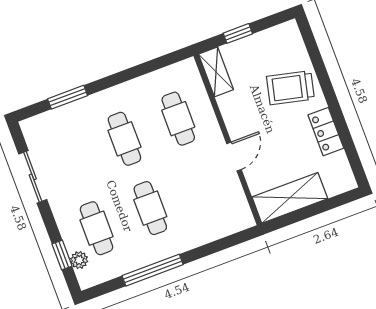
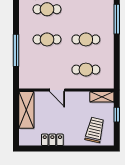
trolley: (290, 88) -> (95, 130), moved
window: (68, 97) -> (117, 19), width x1.44
window: (153, 270) -> (16, 50), moved

